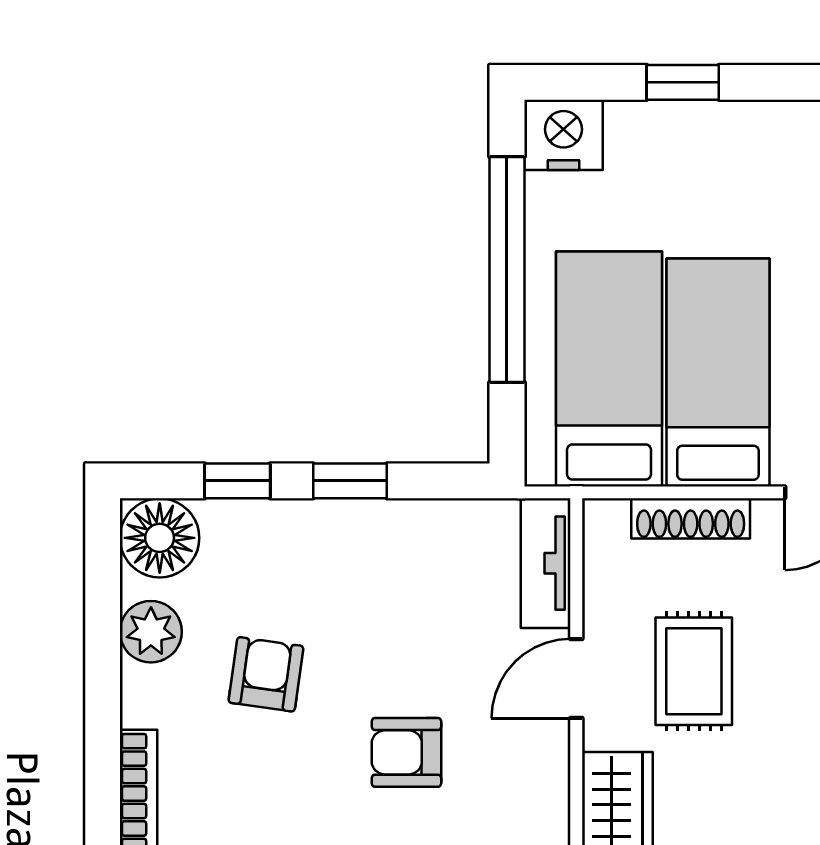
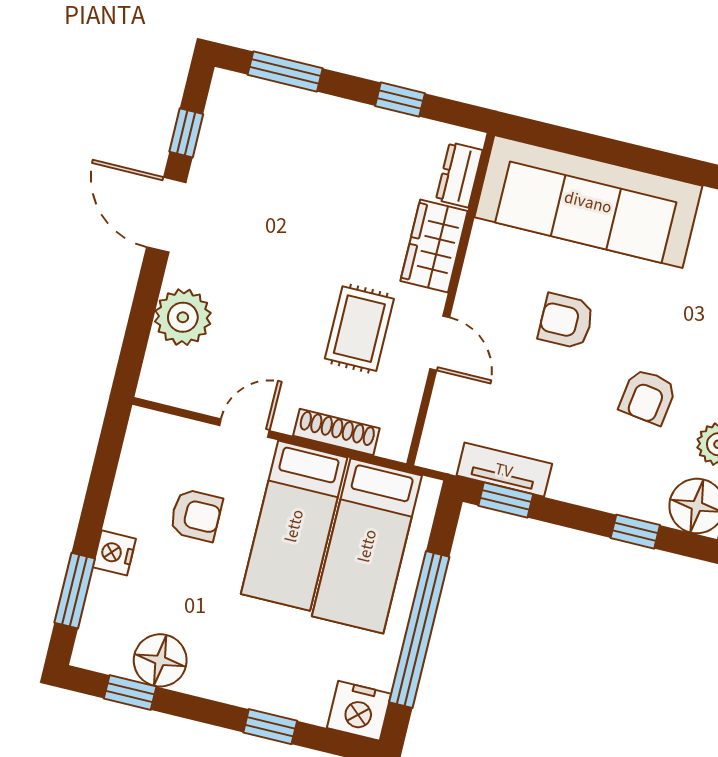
window: (350, 481) -> (506, 500), moved
tv unit: (546, 563) -> (504, 470), moved, turned -90
door: (576, 678) -> (440, 343), hinge flipped
armchair: (406, 752) -> (566, 321), turned 180

